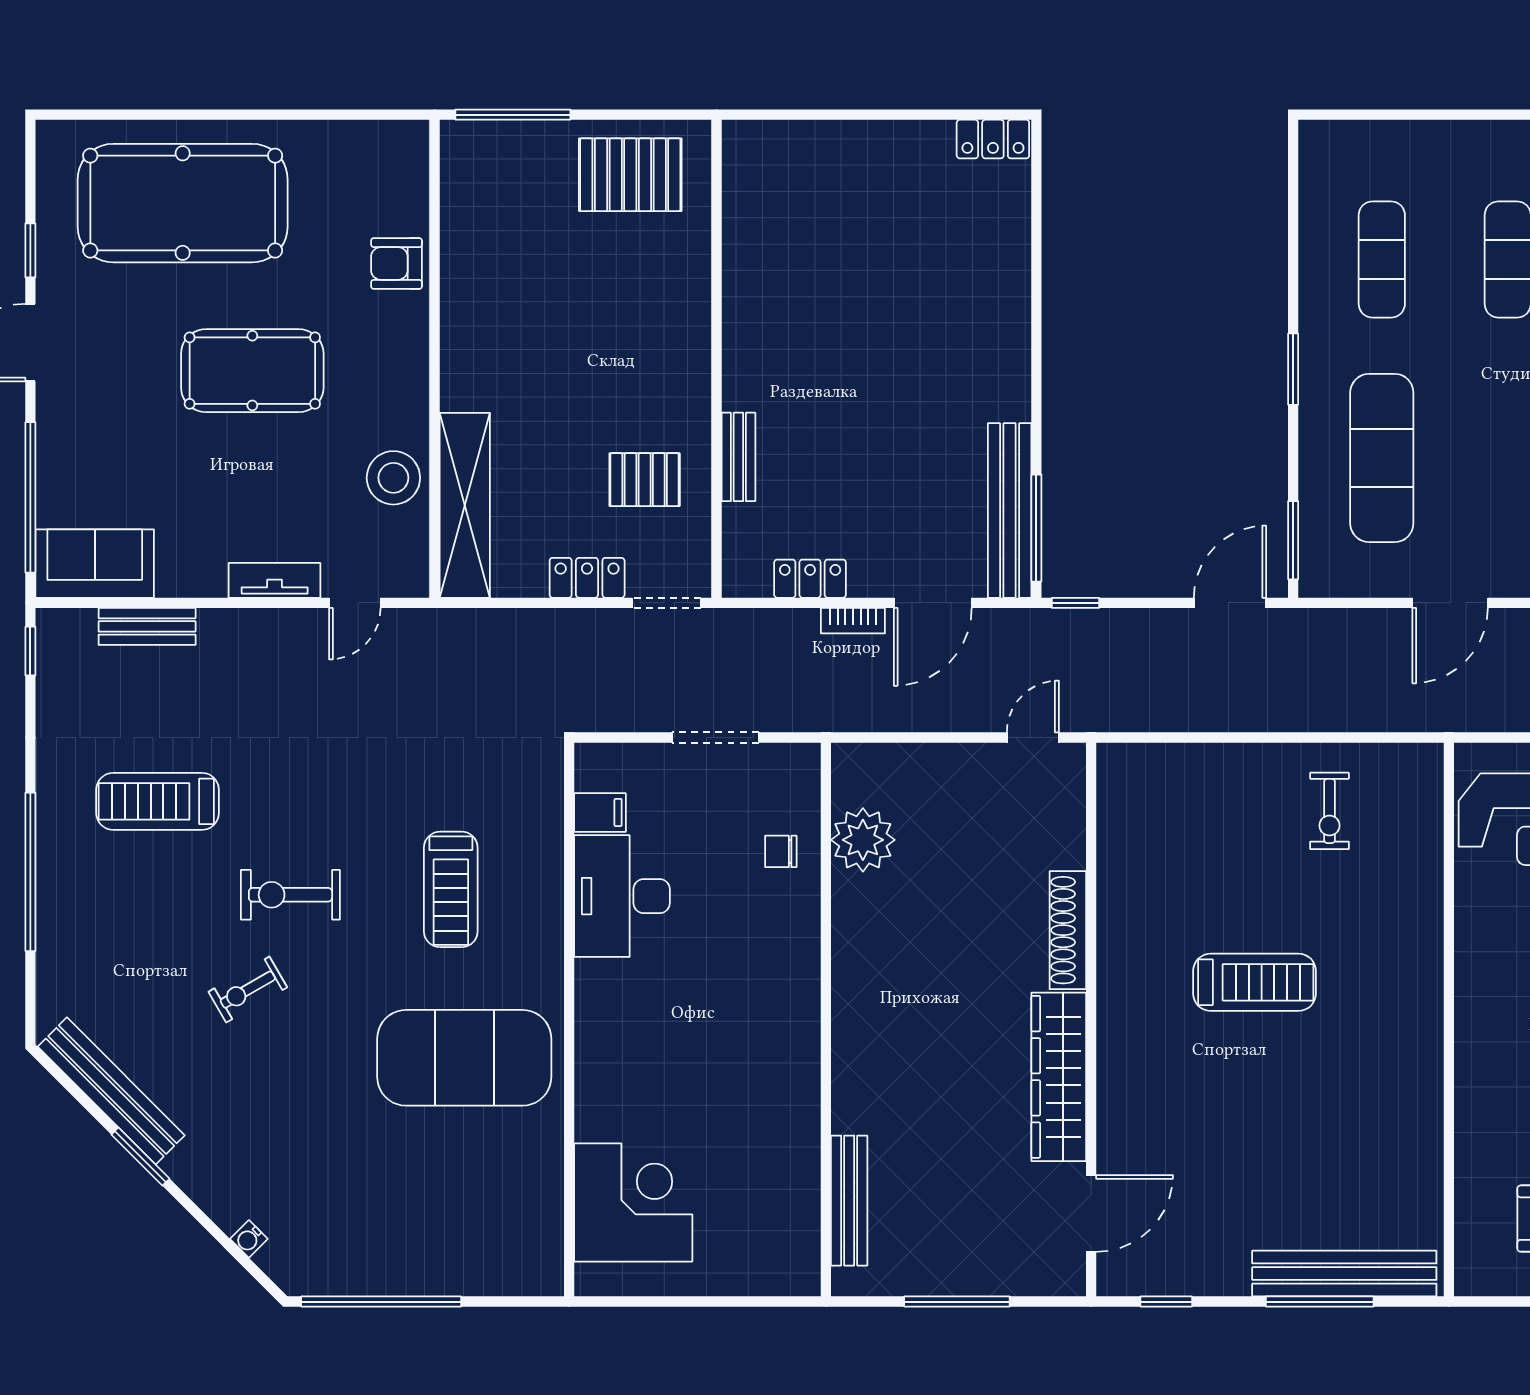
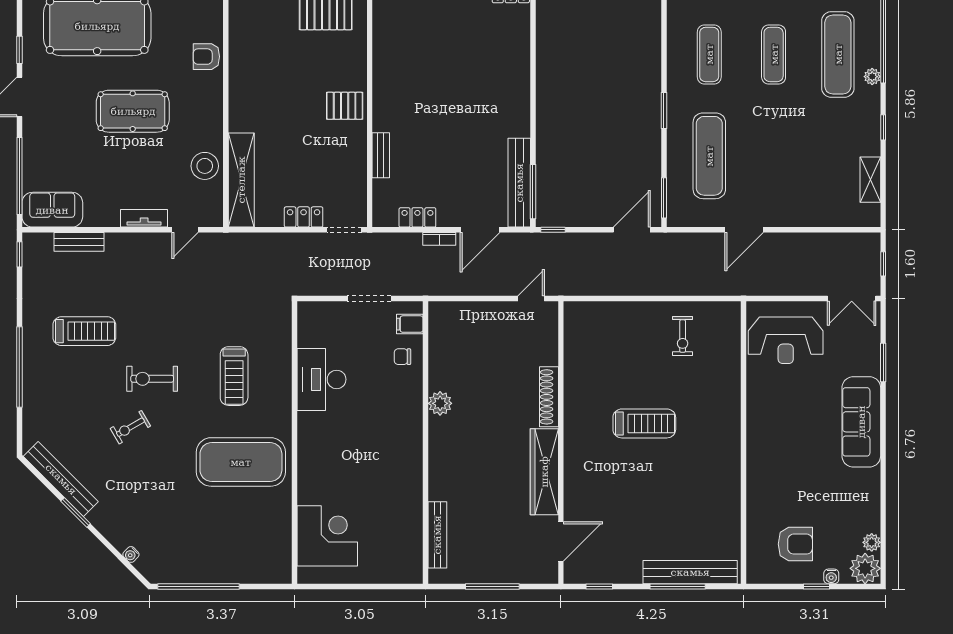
pallet: (645, 480) -> (345, 106), moved
treadmill: (158, 801) -> (84, 331), turned 180
filing cabinet: (600, 813) -> (410, 324), moved, turned 180
plant: (863, 840) -> (440, 403), moved, width x0.73, depth x0.73

